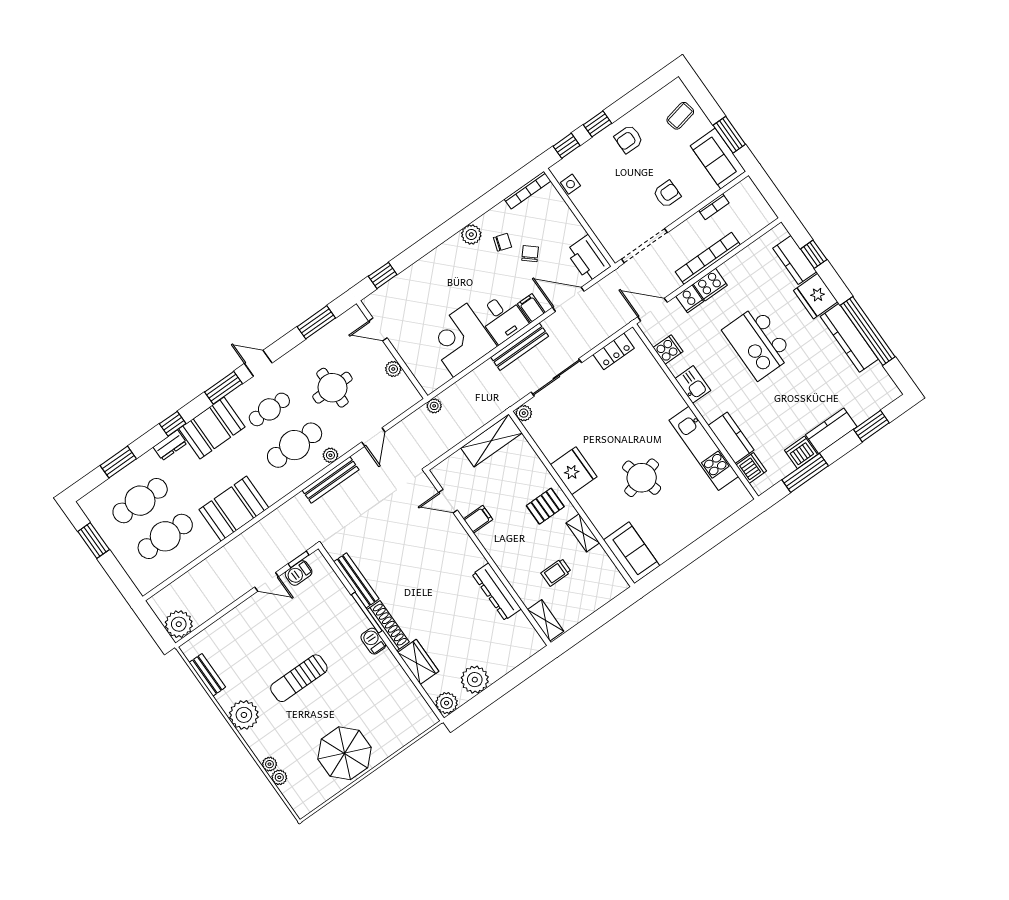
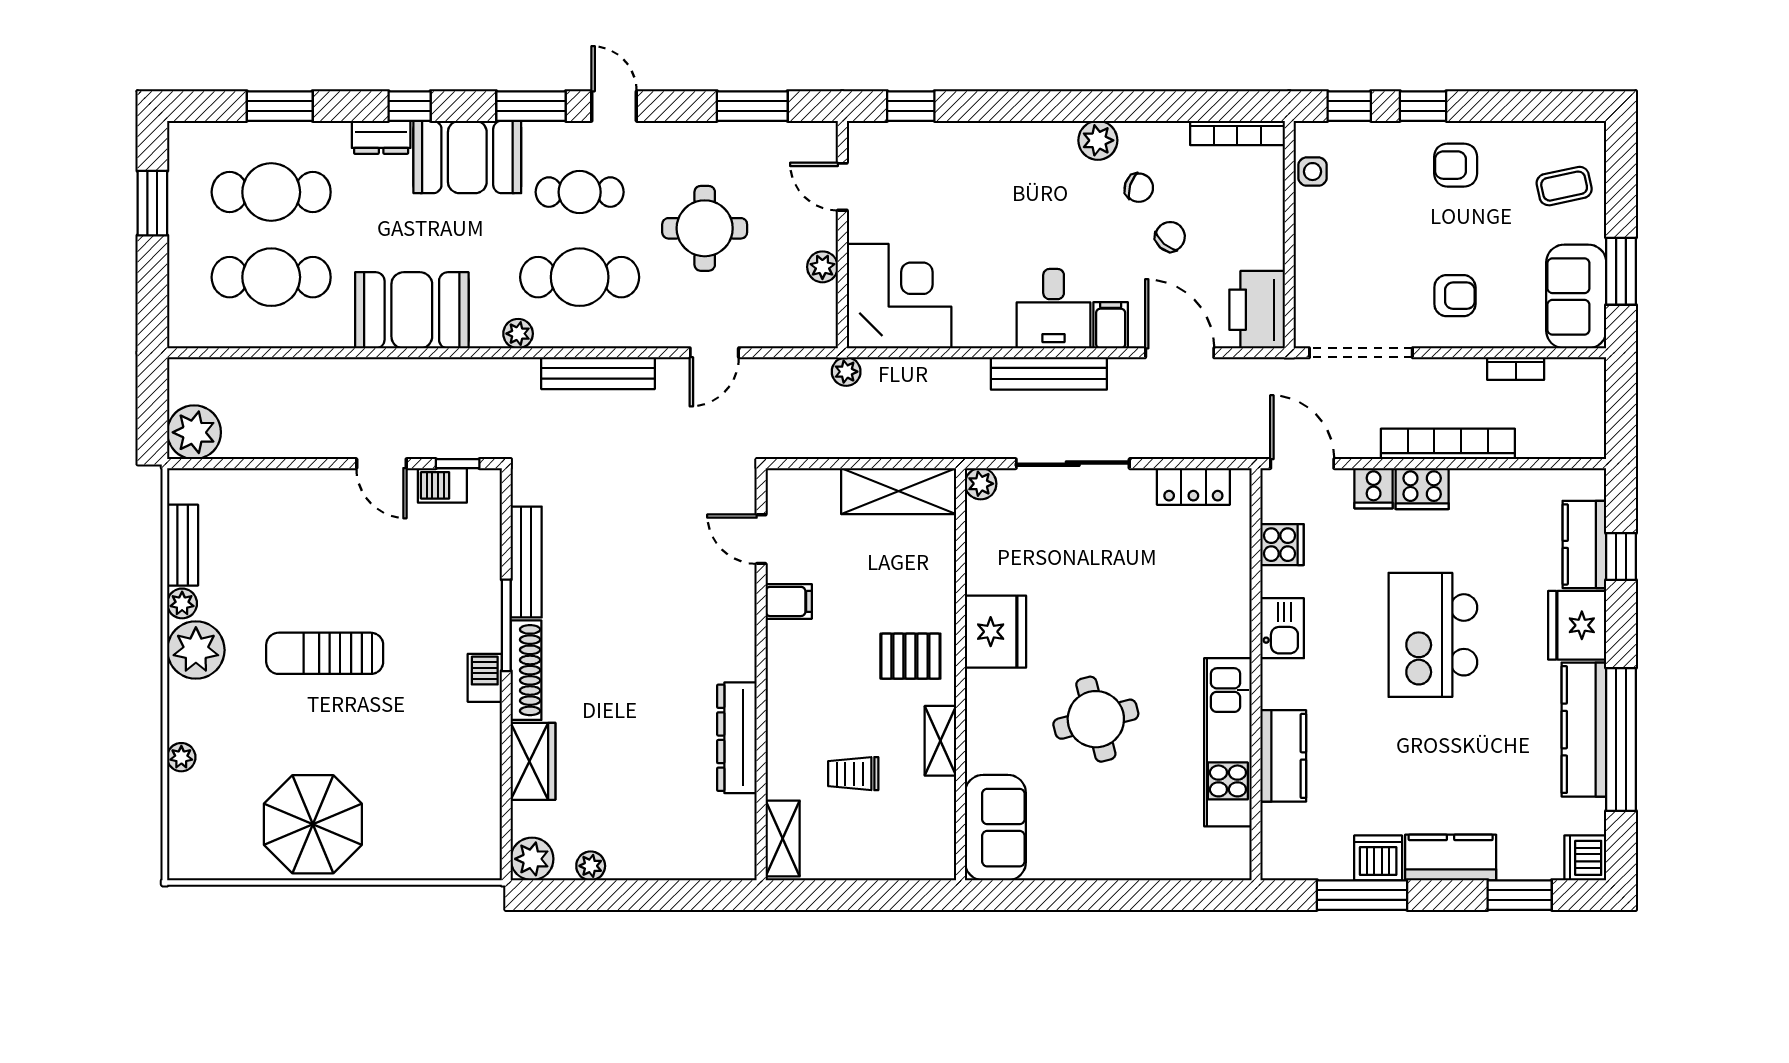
corner desk: (460, 340) -> (899, 296), moved, turned 90
plant: (330, 455) -> (518, 334), moved
dishwasher: (751, 468) -> (1585, 858), moved, turned 180
plant: (475, 680) -> (591, 866), width x0.53, depth x0.53
plant: (279, 777) -> (182, 603), moved

